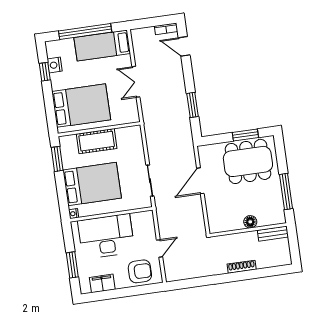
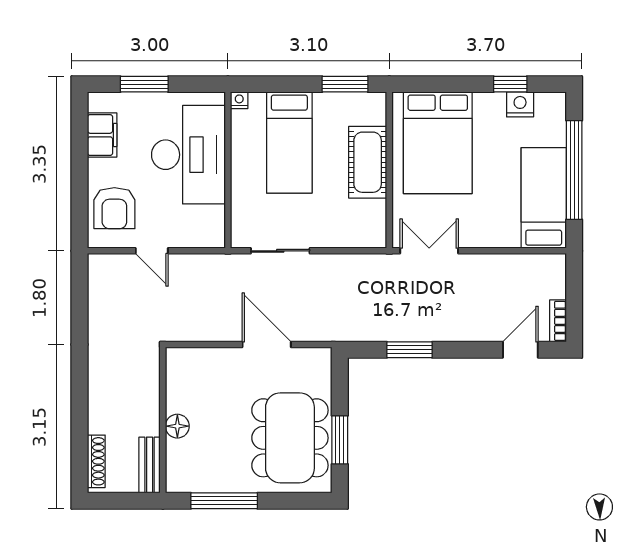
double door: (136, 82) -> (429, 251), moved
bed: (92, 184) -> (289, 143), width x0.67
shoe rack: (242, 267) -> (96, 461), moved

